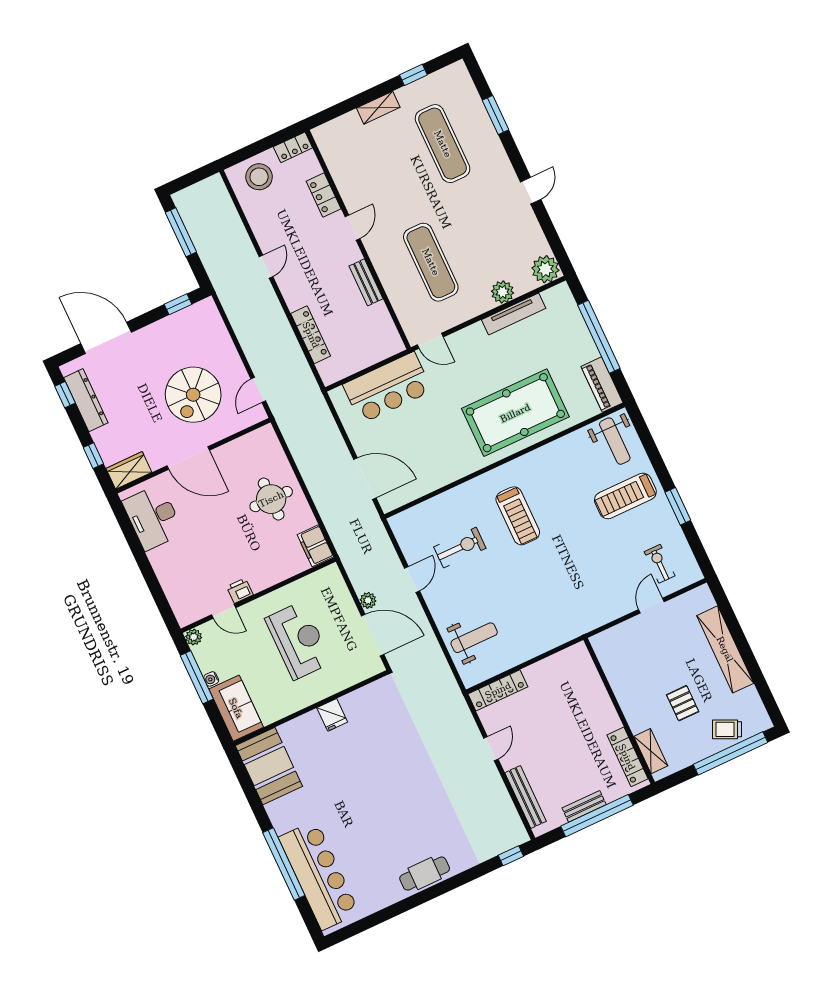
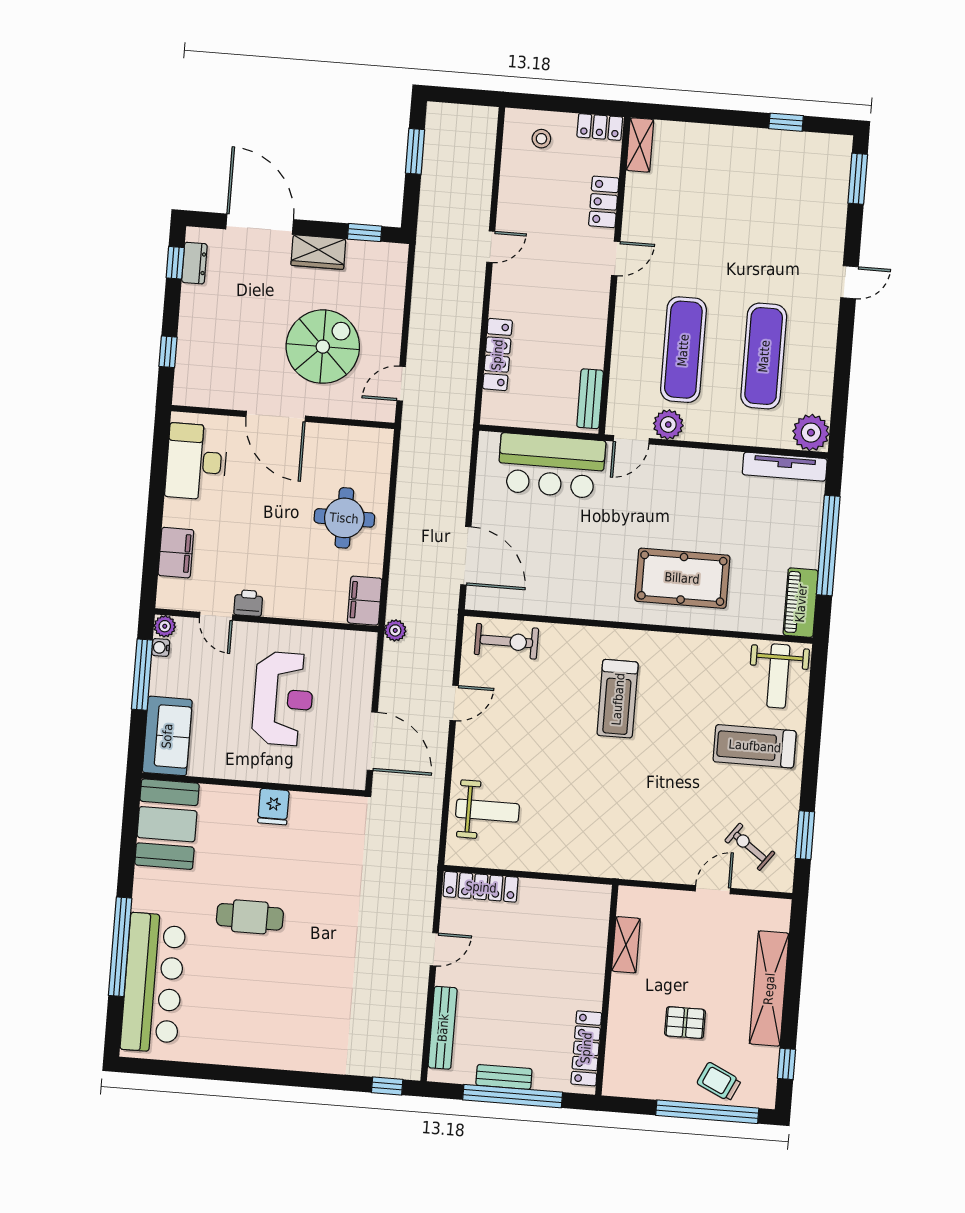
shelving: (378, 108) -> (640, 145), moved, turned 90
window: (495, 115) -> (858, 179), moved
exercise mat: (443, 144) -> (764, 356), moved
stool: (259, 177) -> (541, 139), width x0.53, depth x0.53
door: (531, 191) -> (849, 282), moved
window: (181, 232) -> (415, 151), width x0.69
bench: (366, 282) -> (590, 399), moved
plant: (503, 292) -> (668, 425), moved
tv unit: (514, 314) -> (785, 467), moved
door: (430, 341) -> (631, 440), hinge flipped
spiral stairs: (193, 395) -> (323, 347), turned 180
dresser: (86, 400) -> (194, 263), width x0.51, depth x0.80
pool table: (515, 413) -> (682, 578), width x0.73, depth x0.76
wardrobe: (129, 470) -> (318, 252), moved, turned 180
window: (678, 506) -> (805, 835), moved
exercise bike: (460, 548) -> (506, 641), moved
exercise bike: (660, 564) -> (750, 847), turned -54
filing cabinet: (174, 585) -> (176, 553), added
plant: (368, 600) -> (395, 630), moved
water cooler: (211, 679) -> (161, 647), moved
window: (765, 692) -> (787, 1064), added
pallet: (683, 703) -> (685, 1023), turned 90
shelving: (651, 751) -> (626, 945), moved
cafe table: (425, 874) -> (250, 917), moved

